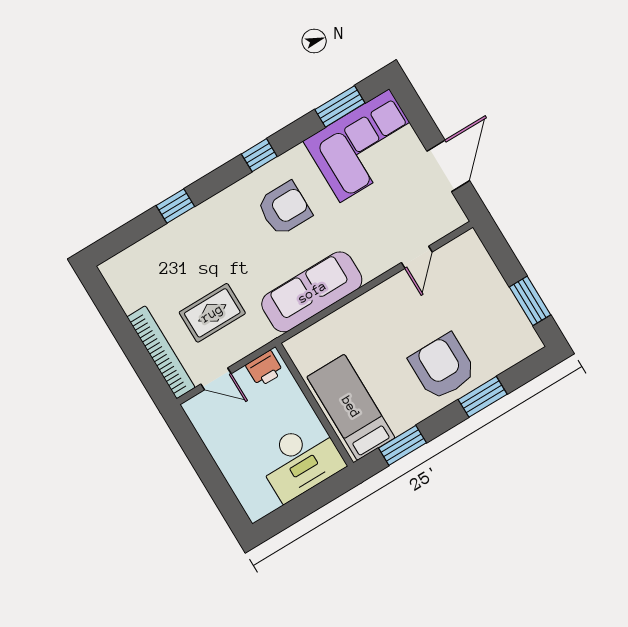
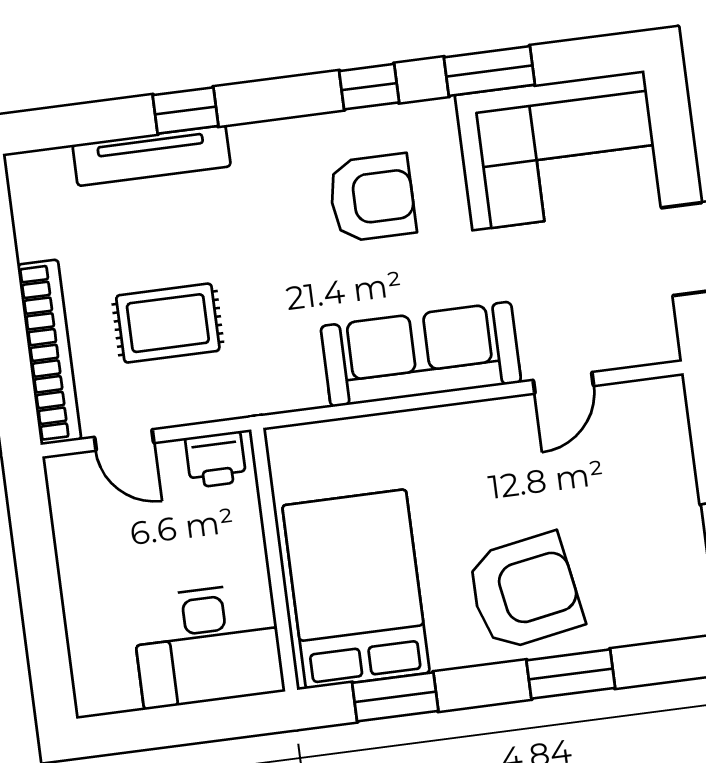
window: (340, 106) -> (489, 71), moved
tv unit: (169, 235) -> (152, 156), added
sofa: (312, 292) -> (421, 354), moved
armchair: (443, 367) -> (524, 592), turned 80
bed: (351, 407) -> (356, 589), width x1.50

